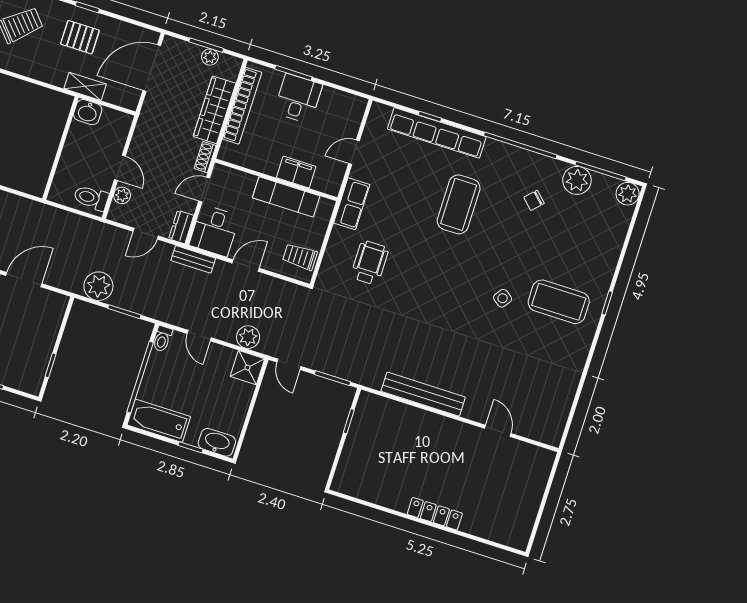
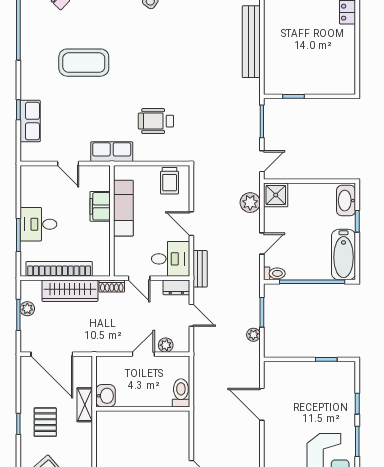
row of seats: (437, 133) -> (30, 121), width x0.50
toilet: (91, 198) -> (181, 393), moved, turned 180
plant: (98, 286) -> (253, 335), width x0.53, depth x0.53

